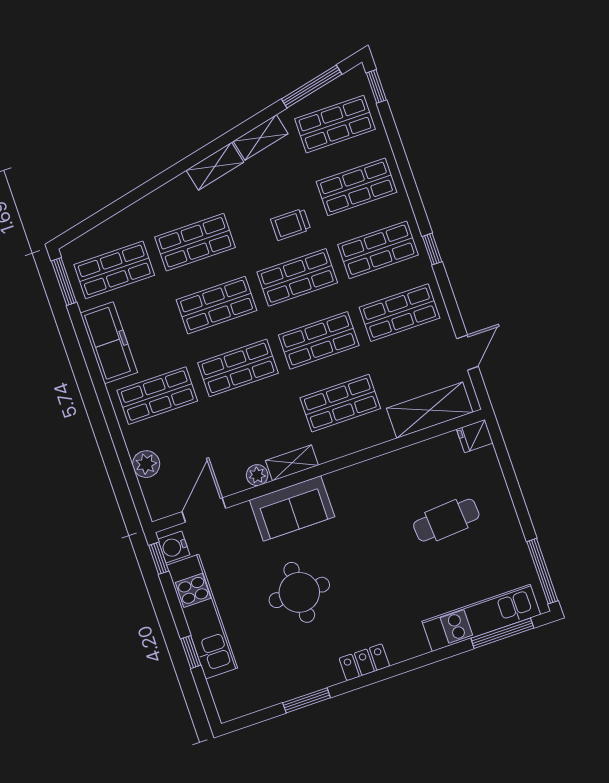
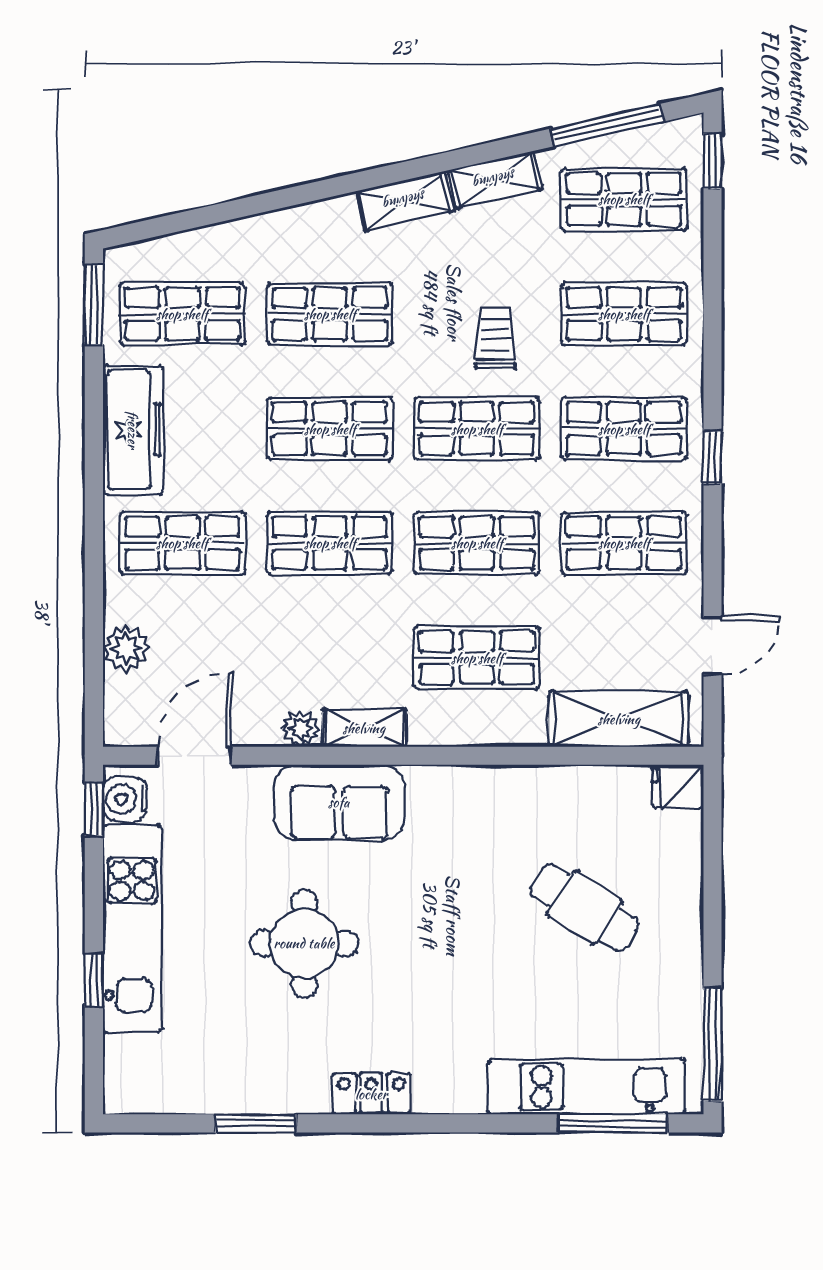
trolley: (291, 224) -> (496, 338), turned 90
cafe table: (446, 520) -> (584, 908), turned 37

